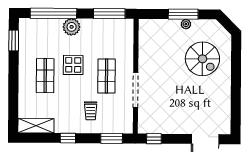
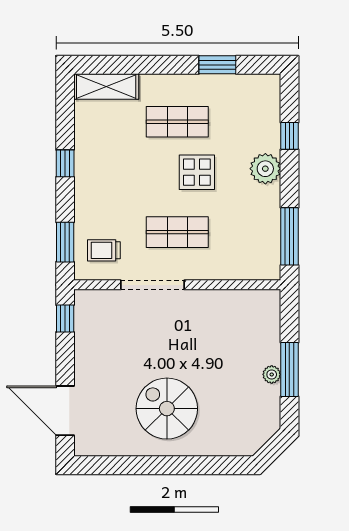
window: (53, 13) -> (289, 136), width x0.32
window: (14, 41) -> (217, 65), moved
spiral stairs: (202, 59) -> (167, 409), moved, turned 90
trolley: (91, 111) -> (104, 250), moved
shelving: (36, 126) -> (106, 87), moved, turned 90

